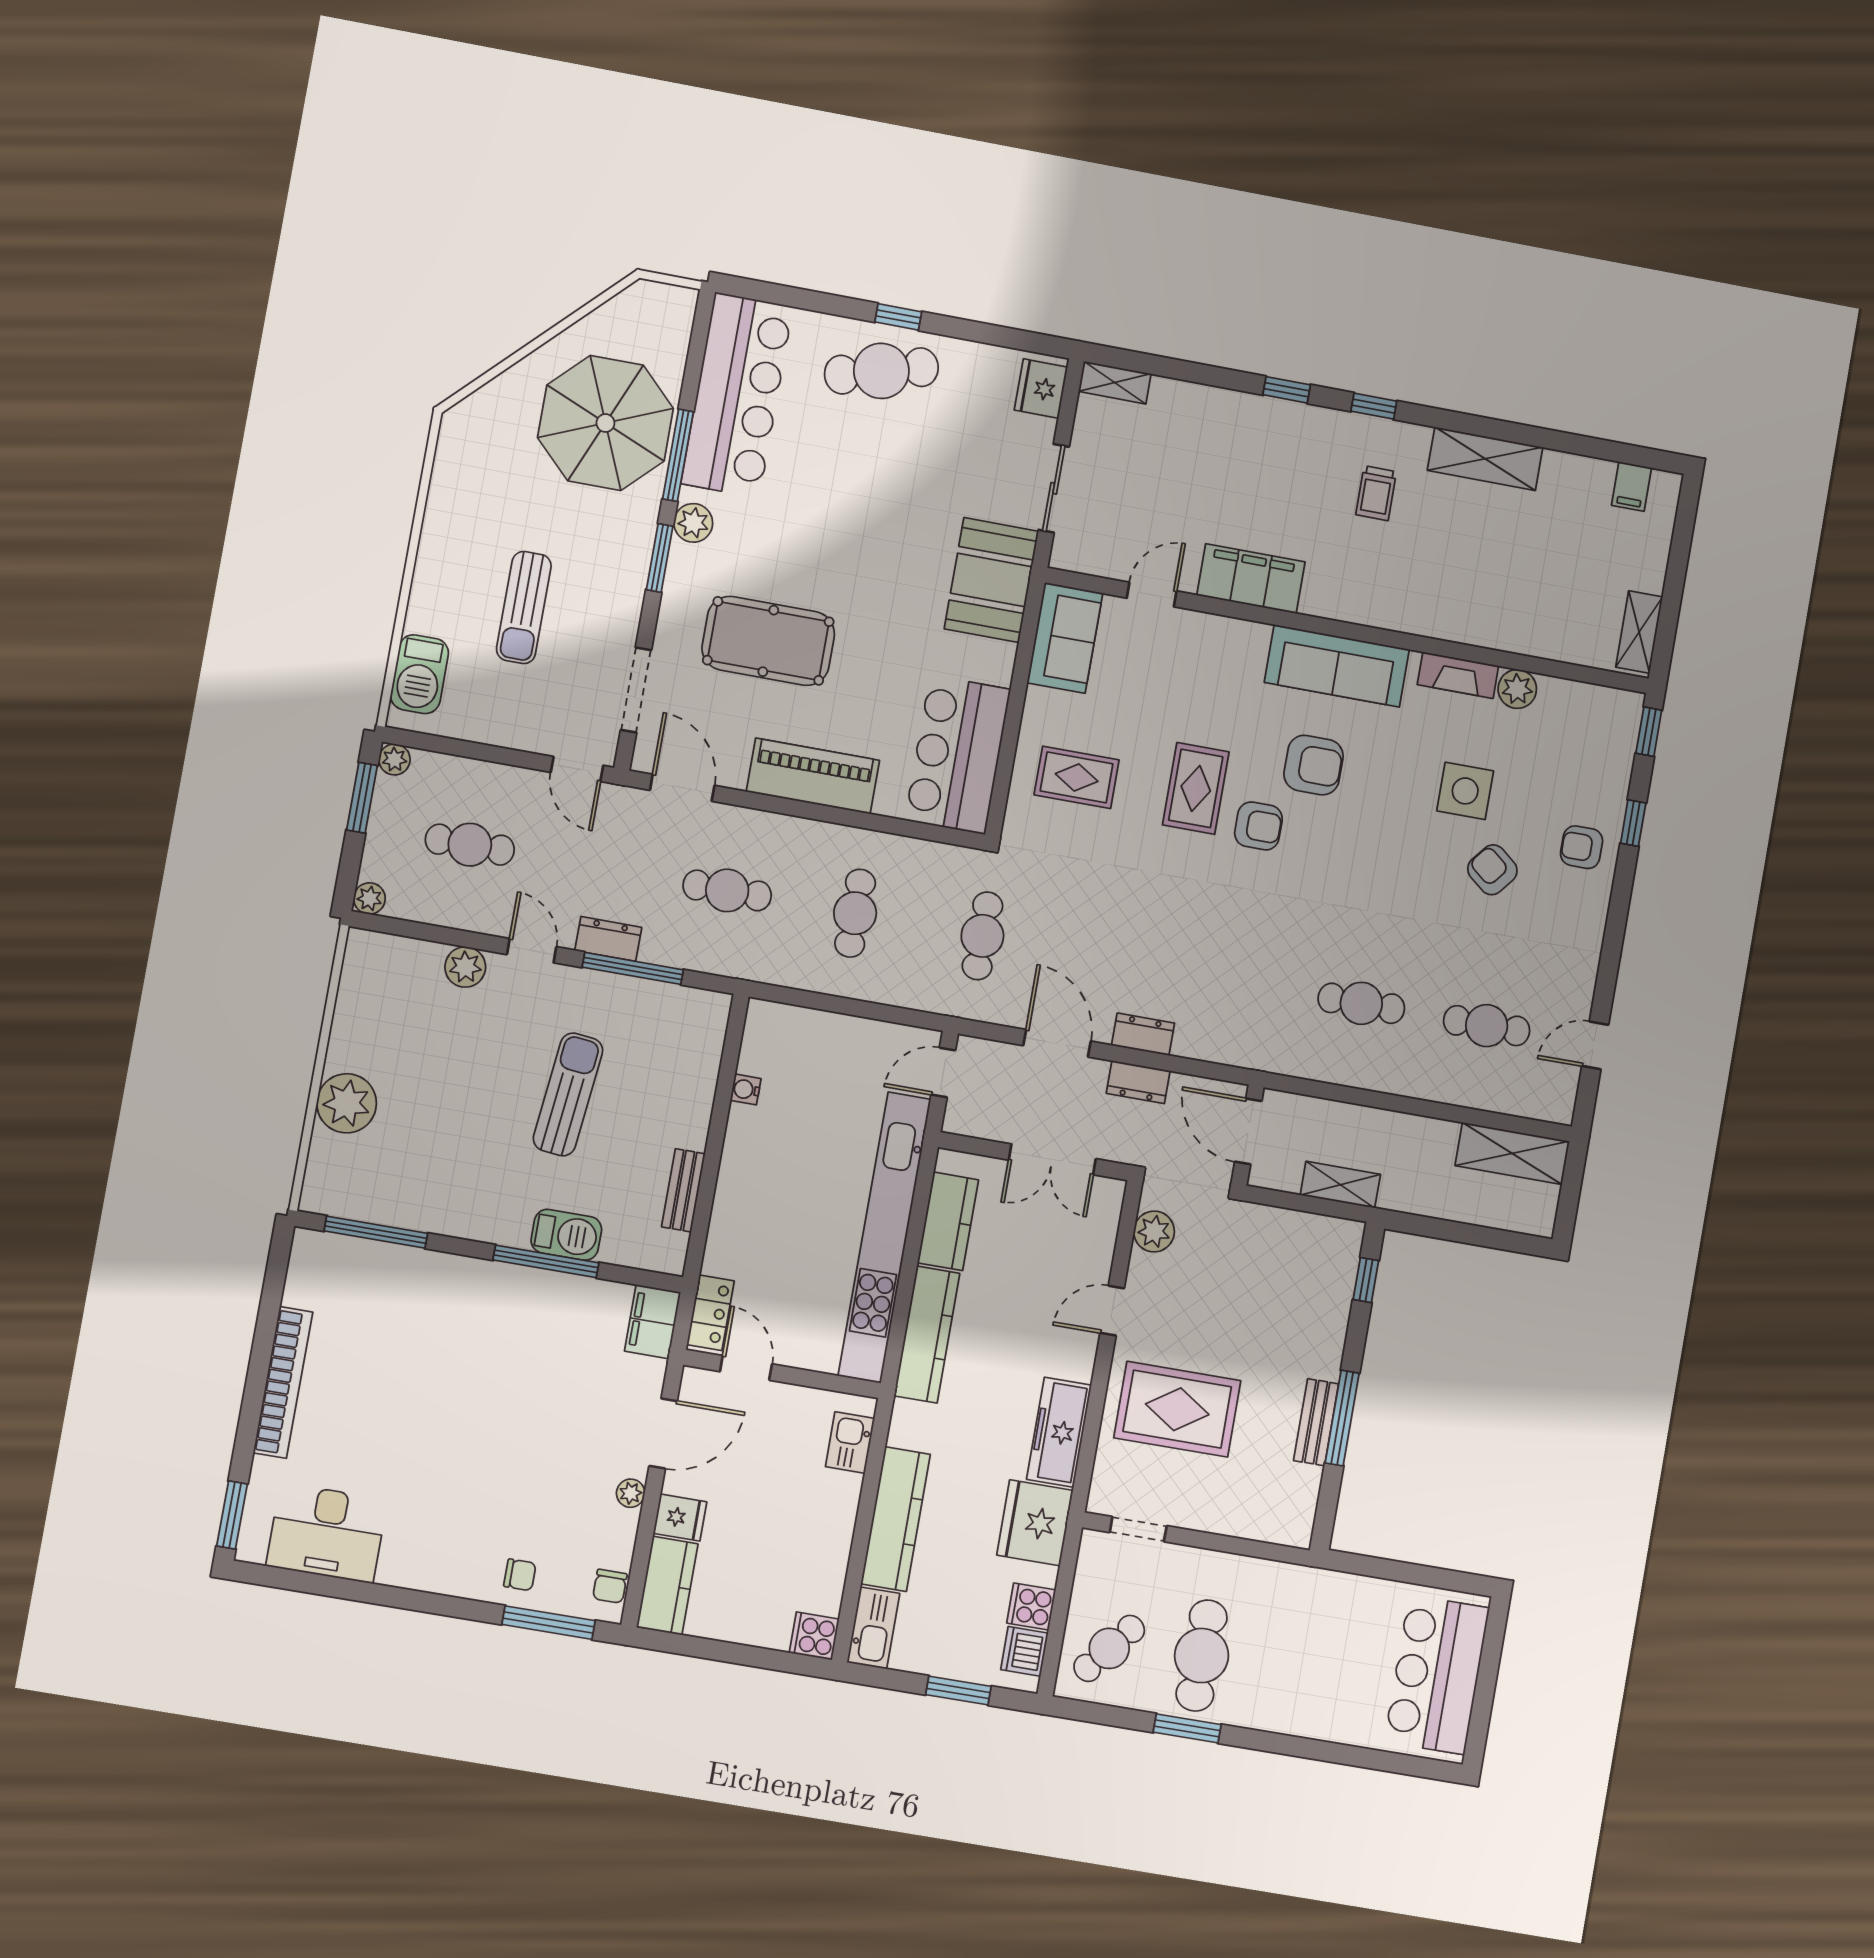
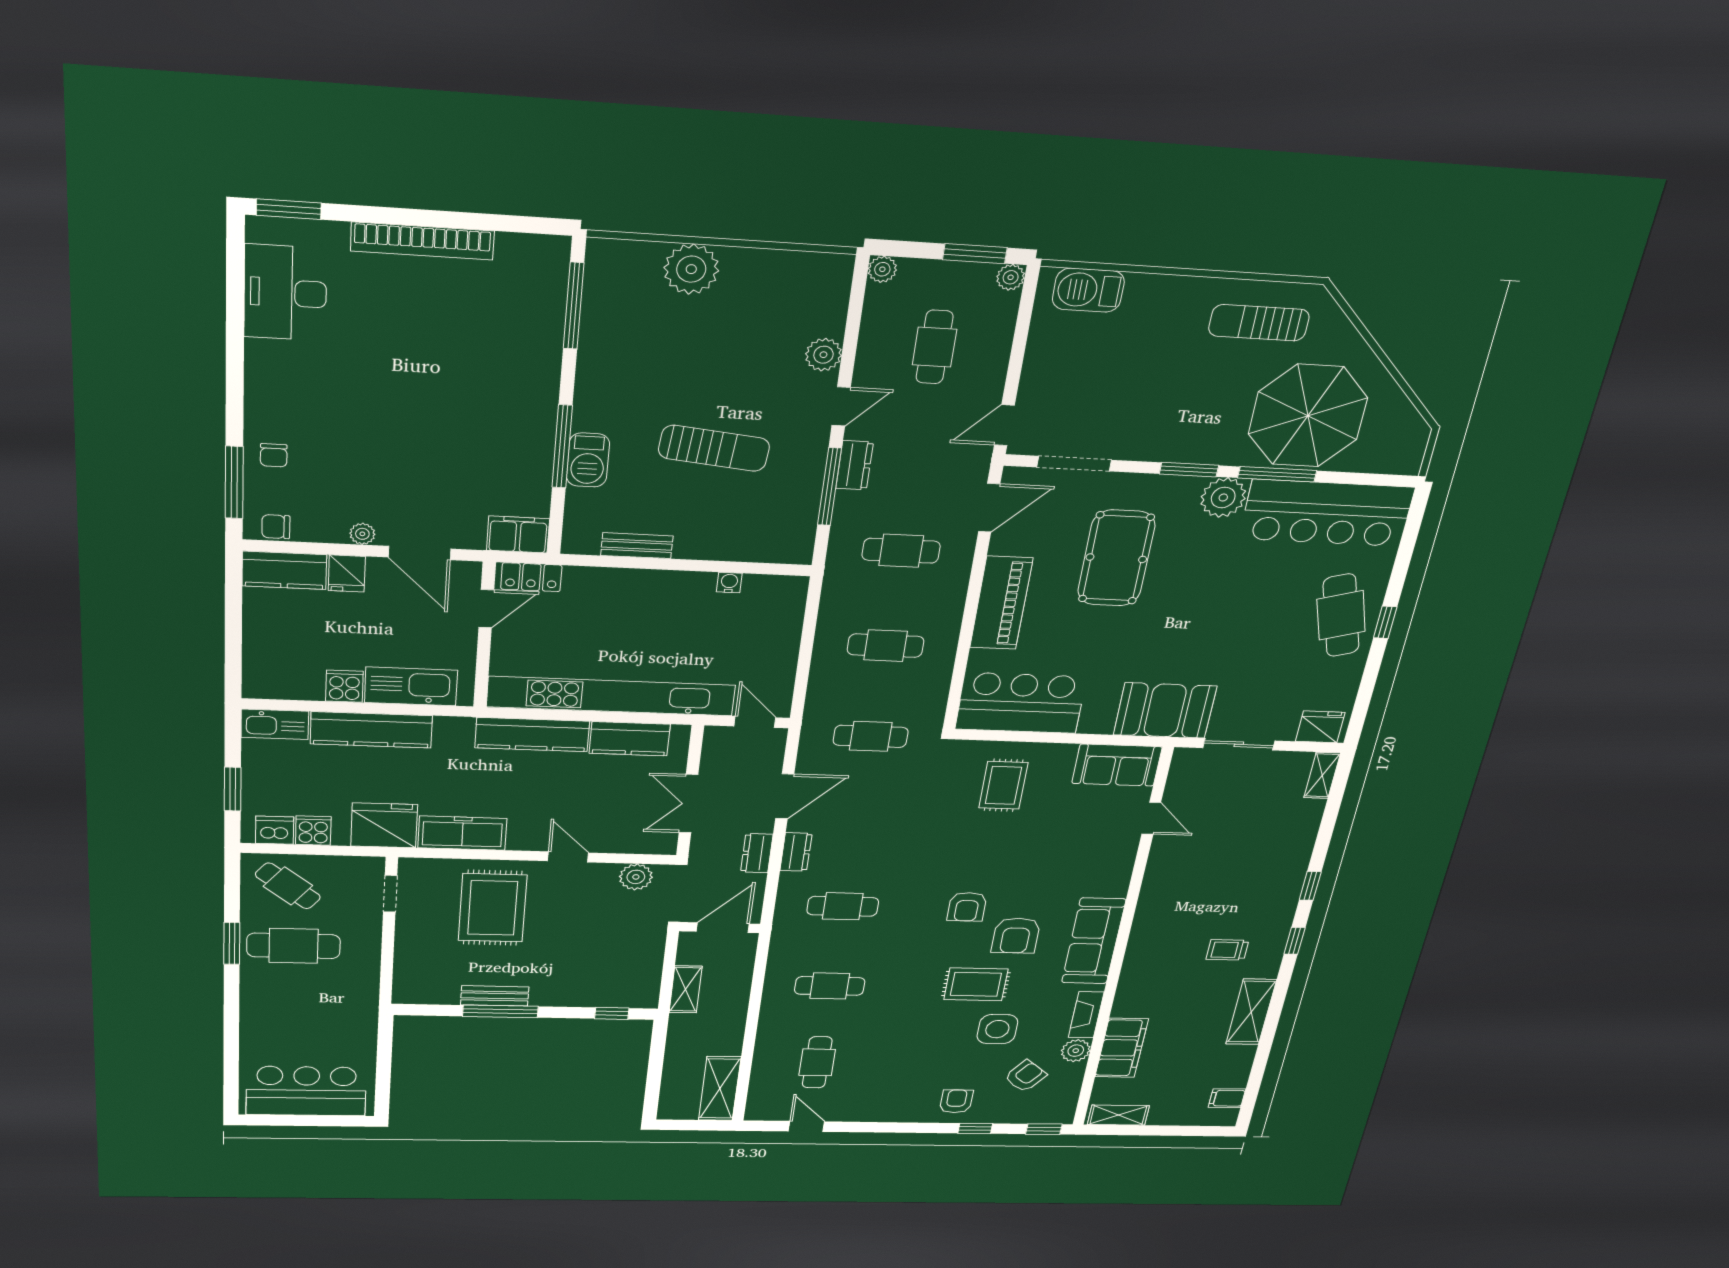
plant: (693, 523) -> (1223, 498), width x1.36, depth x1.36
filing cabinet: (1251, 579) -> (1122, 1048), moved
sun lounger: (524, 607) -> (1259, 323), moved
rug: (1196, 788) -> (976, 984), moved
armchair: (1492, 870) -> (1025, 1076), moved
cafe table: (727, 890) -> (901, 551), turned 90
cafe table: (1236, 981) -> (843, 906), added
cafe table: (1361, 1003) -> (830, 986), turned 90
kitchen sink: (850, 1443) -> (411, 686), width x1.88, depth x1.24
cooker: (814, 1636) -> (344, 686), moved

